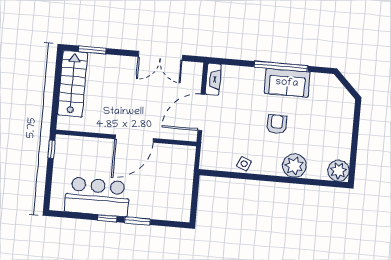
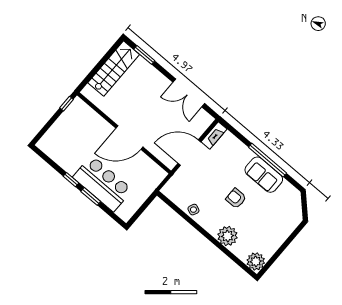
armchair: (277, 124) -> (236, 198), turned -90
bar counter: (97, 197) -> (103, 183), moved

